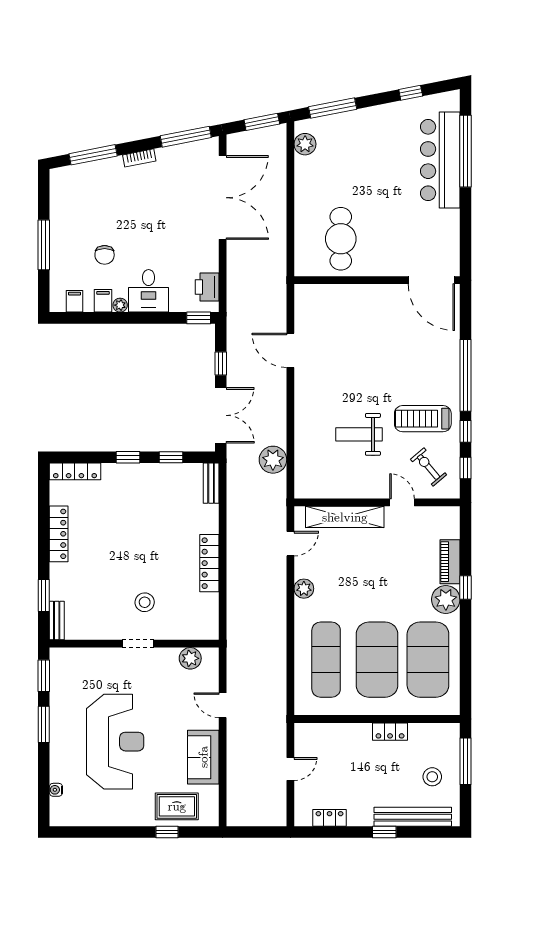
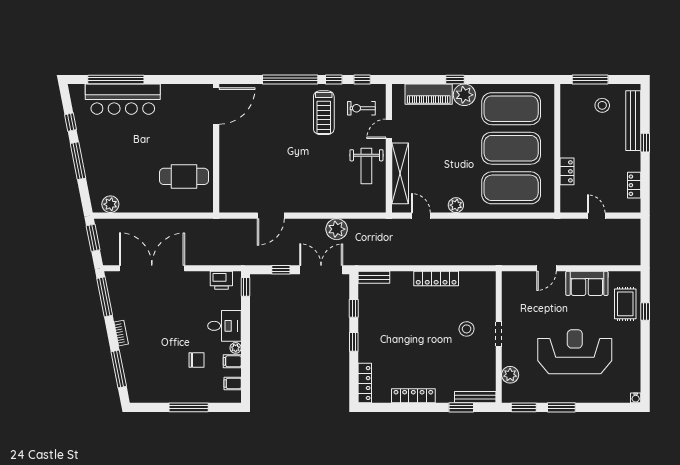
window: (333, 108) -> (78, 161), moved
weight bench: (359, 434) -> (366, 166), moved
plant: (273, 460) -> (337, 229), moved
exercise bike: (428, 467) -> (361, 108), turned 40
piano: (450, 562) -> (429, 94), width x1.37, depth x1.33
bench: (57, 621) -> (475, 397), width x1.36
plant: (190, 658) -> (510, 375), moved
exercise mat: (326, 660) -> (511, 188), width x1.47
locker: (390, 732) -> (567, 171), moved
water cooler: (56, 790) -> (636, 398), moved

